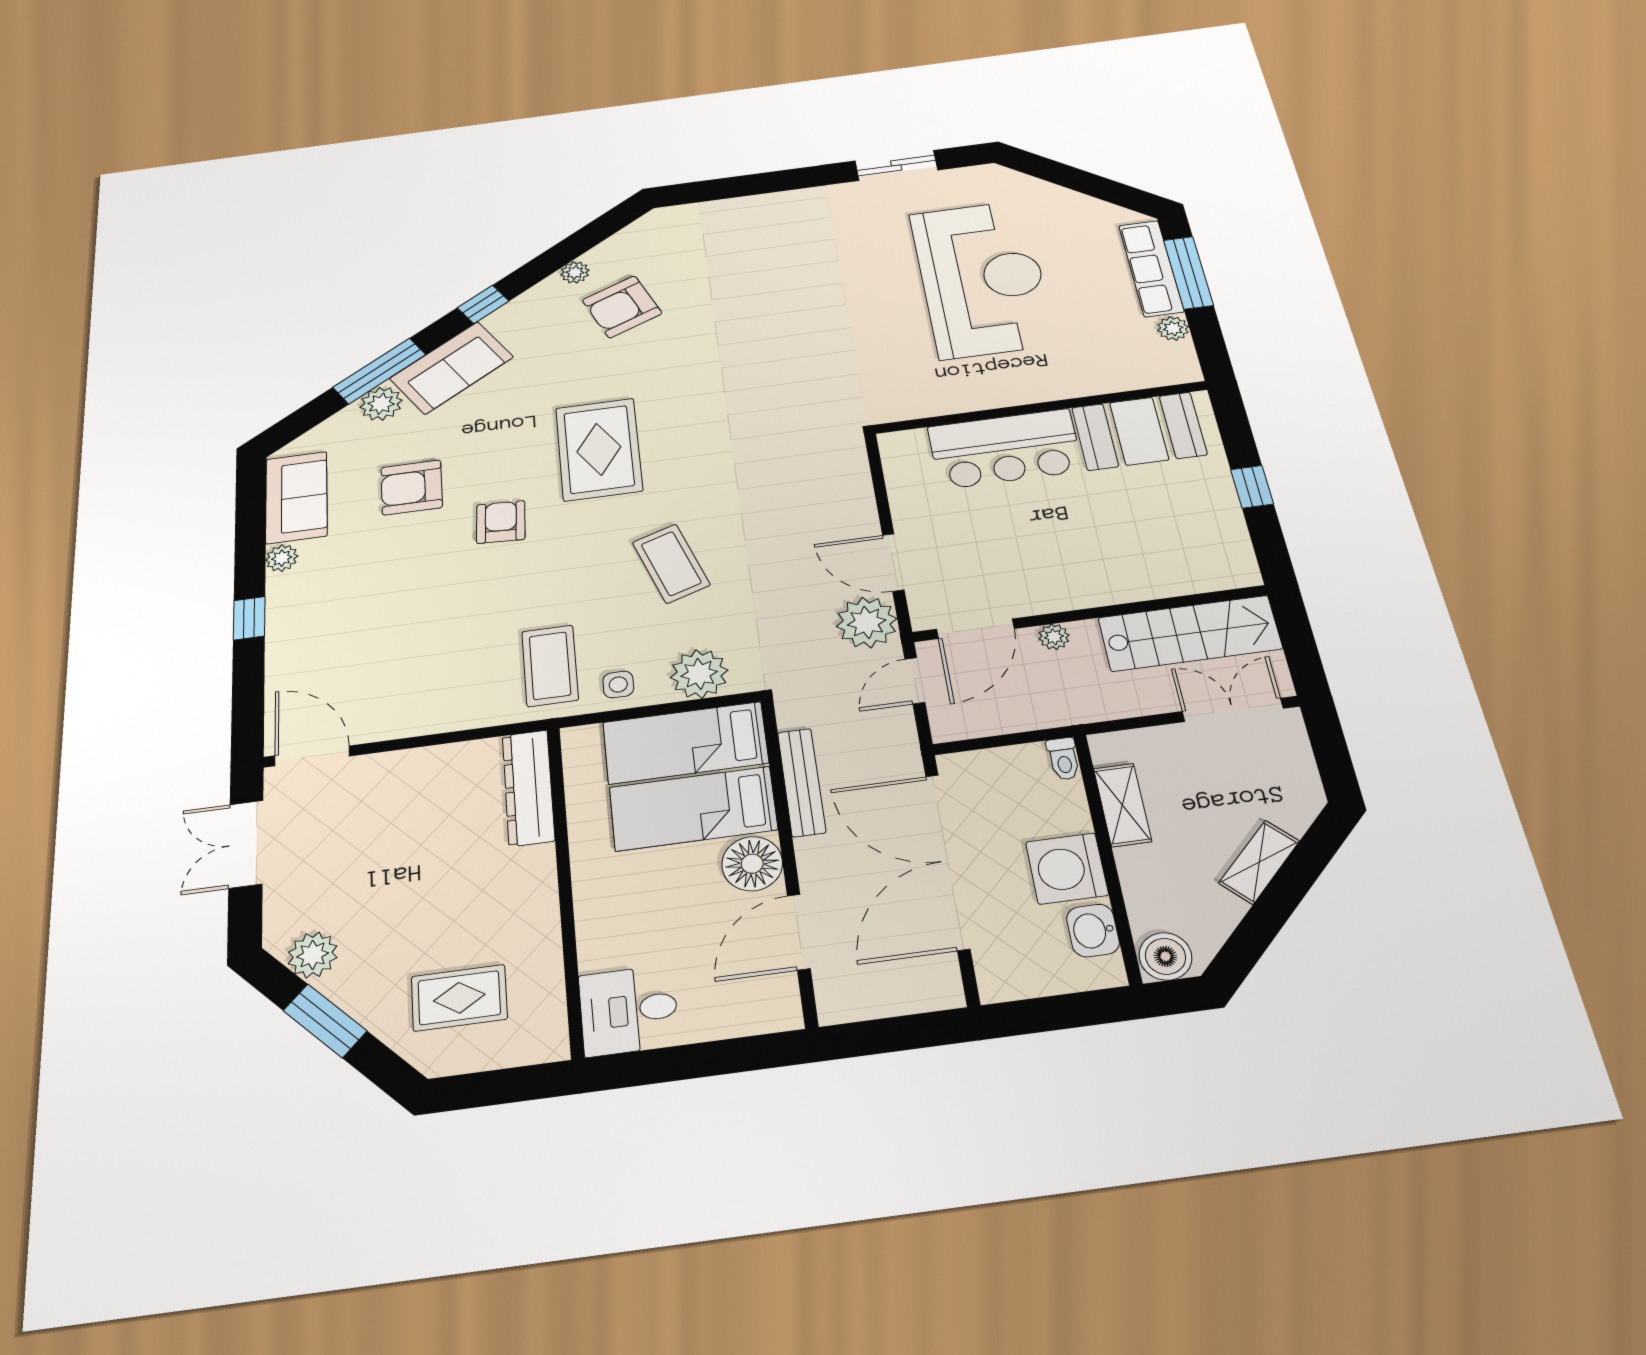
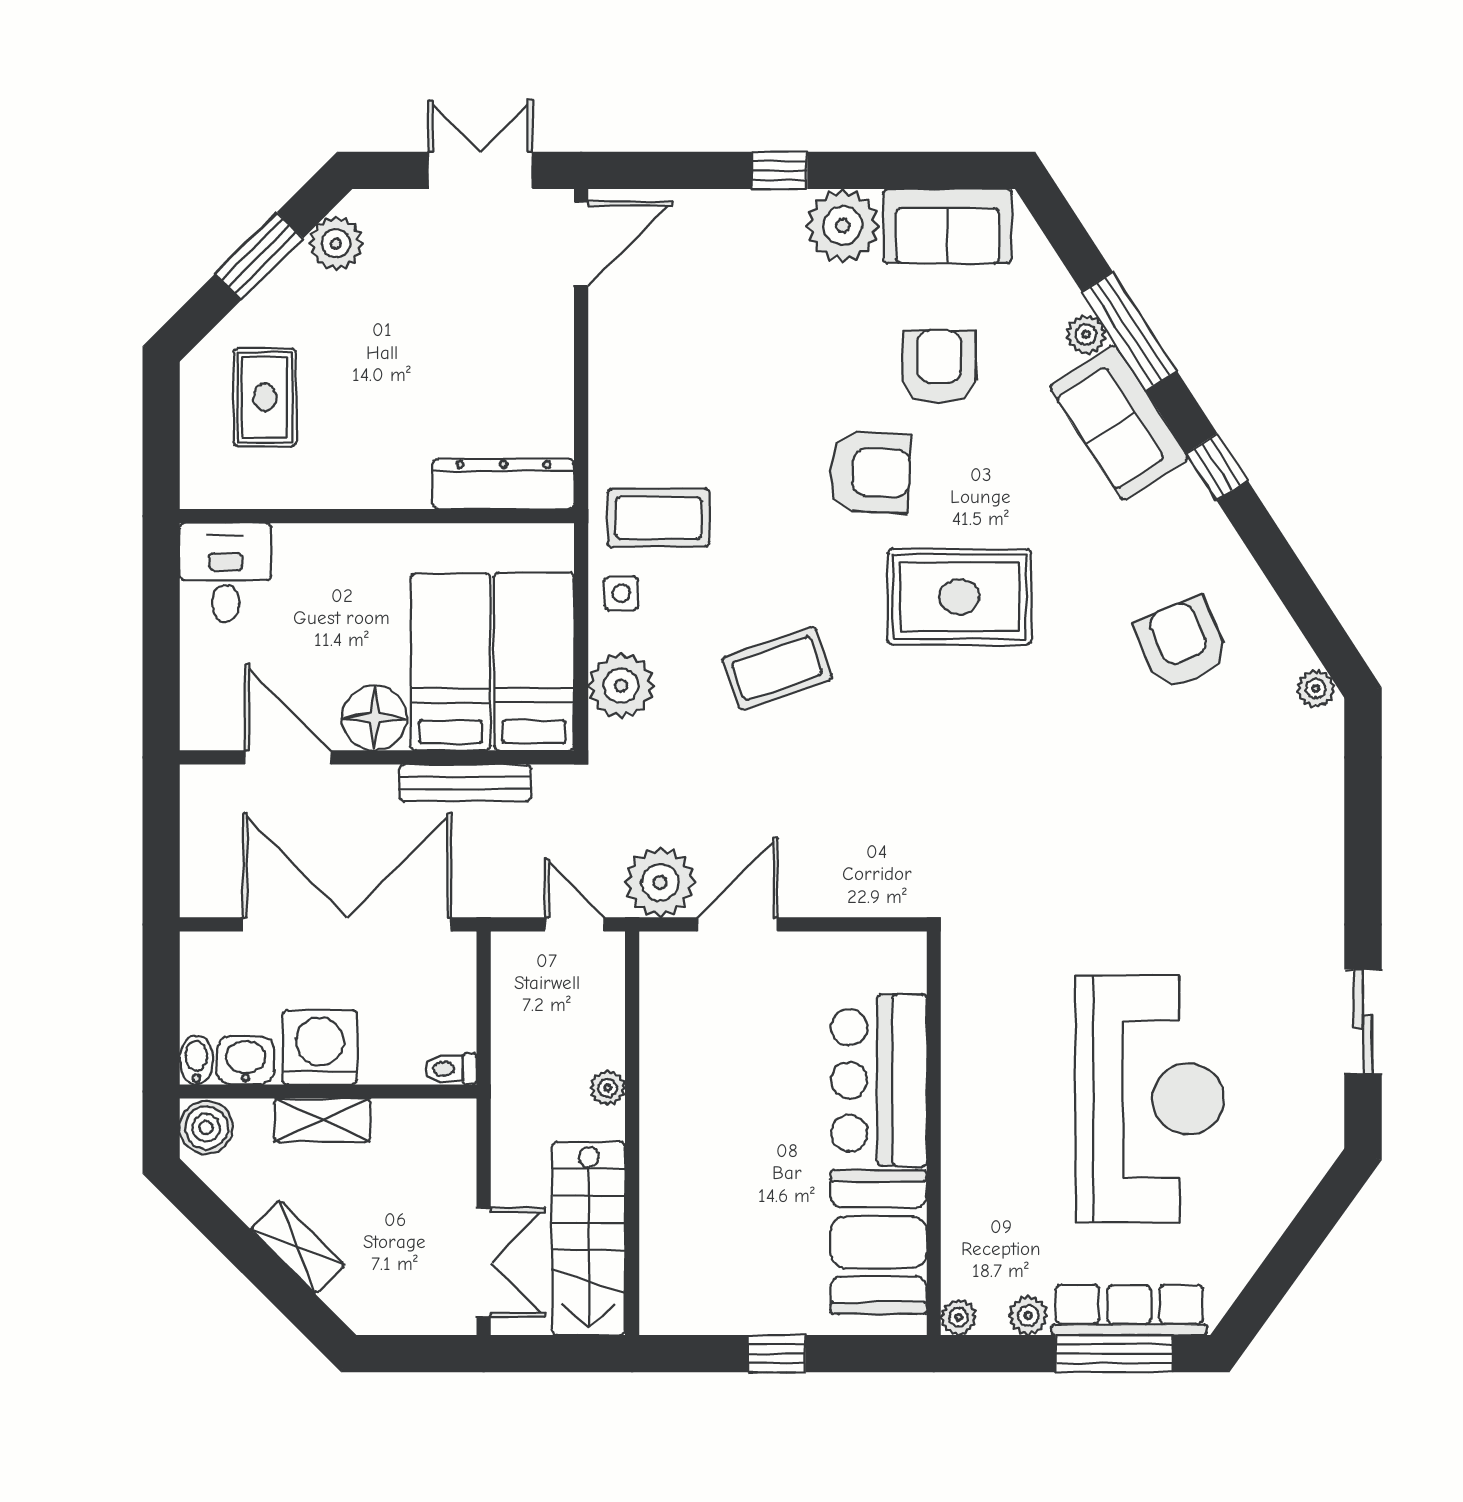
plant: (575, 272) -> (1316, 689), moved
reception desk: (982, 278) -> (1150, 1099), turned -90
plant: (1187, 372) -> (959, 1317), added
plant: (381, 404) -> (1086, 335), width x0.73, depth x0.73
armchair: (501, 522) -> (870, 472), width x1.38, depth x1.38
plant: (282, 558) -> (843, 226), width x1.88, depth x1.88
door: (975, 629) -> (632, 1003), removed
shelving: (1122, 805) -> (322, 1120), moved
bidet: (1102, 974) -> (196, 1060), added

